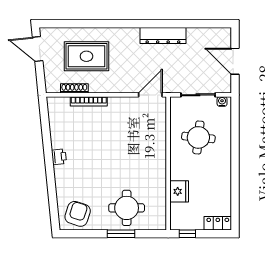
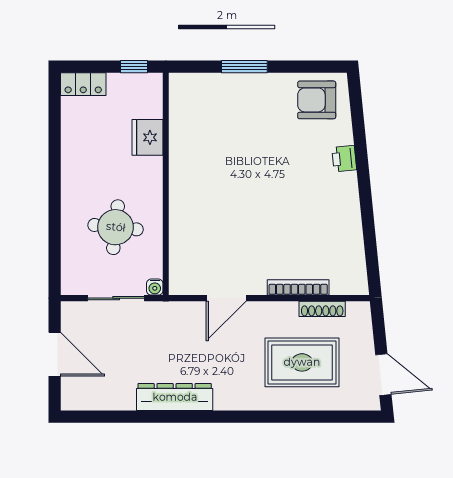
door: (150, 95) -> (226, 298), moved
water cooler: (222, 102) -> (155, 287), moved
printer: (59, 157) -> (344, 159), moved
round table: (127, 208) -> (235, 110), removed
armchair: (78, 214) -> (317, 100), turned 72

